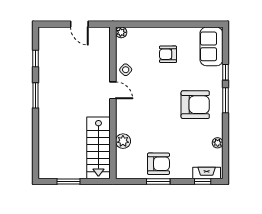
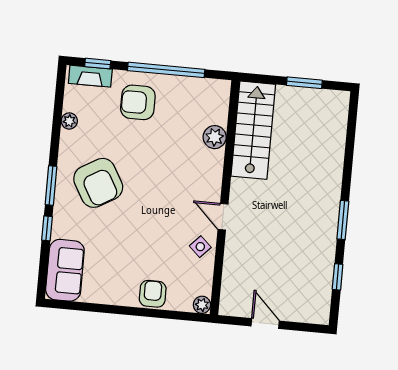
armchair: (168, 54) -> (153, 294), moved, turned -90
armchair: (195, 105) -> (98, 183), turned -120
armchair: (158, 164) -> (138, 102), moved
window: (158, 181) -> (166, 70), width x2.11

